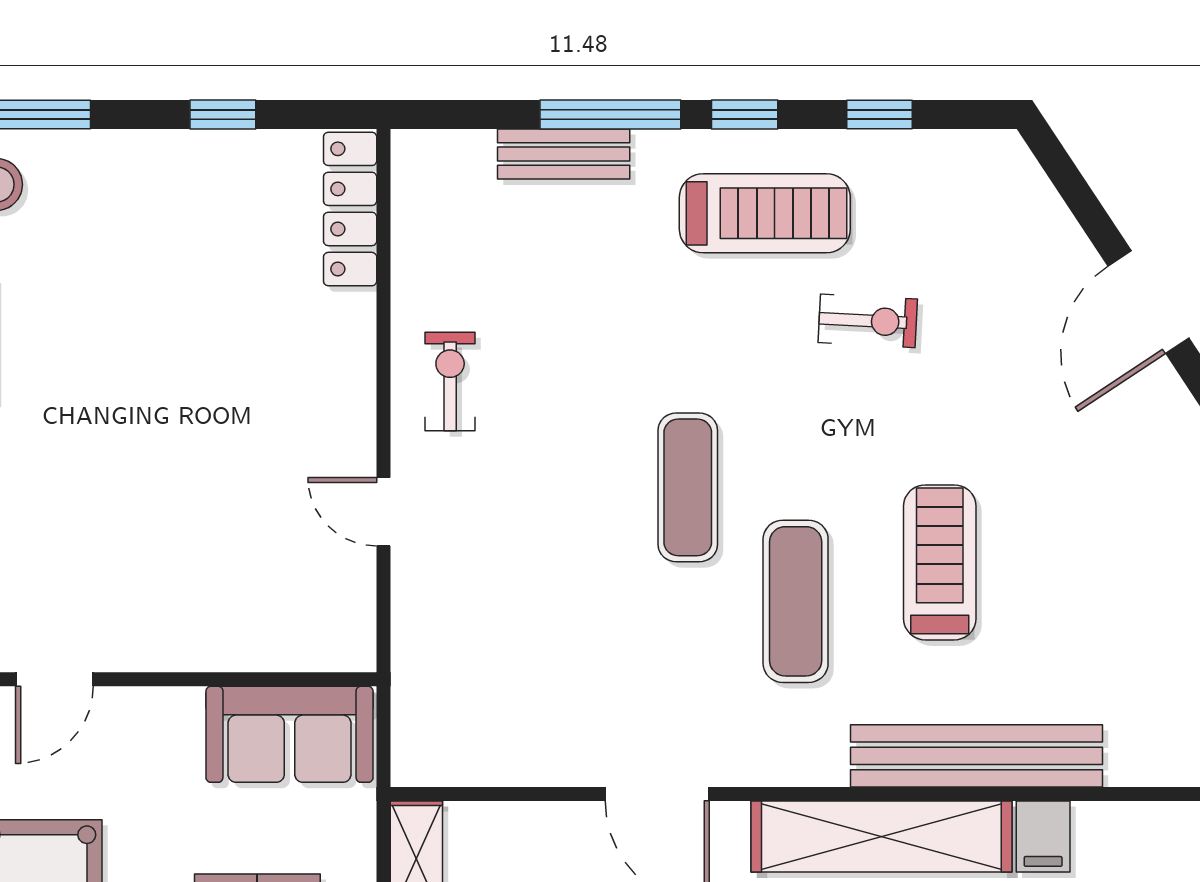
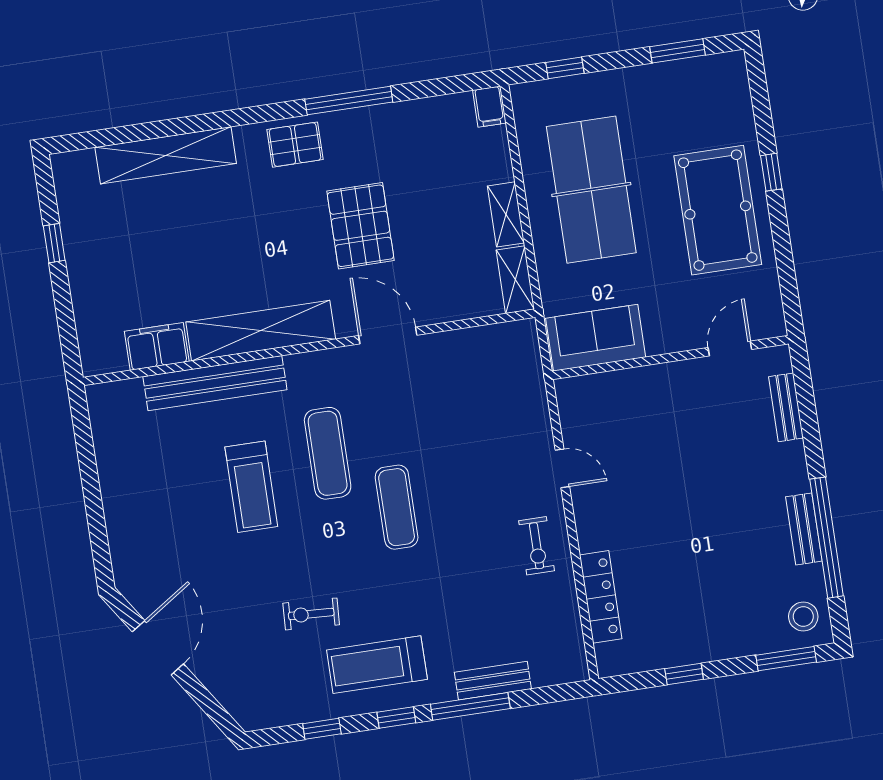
locker: (350, 209) -> (601, 597), moved
filing cabinet: (1043, 837) -> (157, 346), width x2.00

